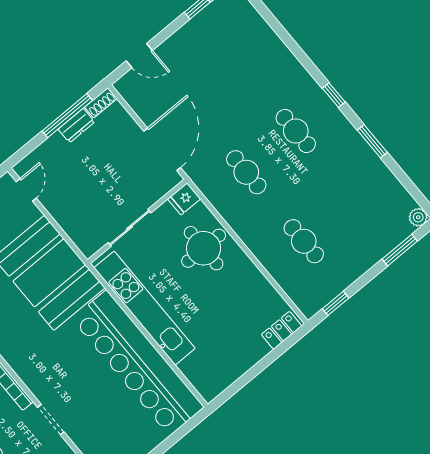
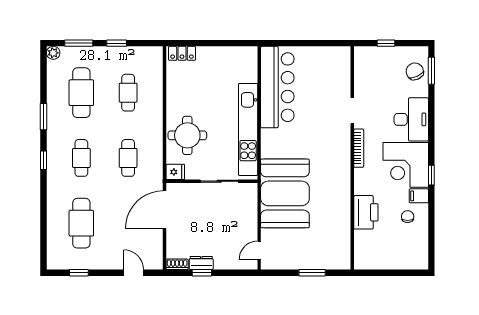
cafe table: (238, 62) -> (81, 223), added
window: (67, 116) -> (202, 273), width x0.46
cafe table: (353, 200) -> (81, 93), added
window: (336, 303) -> (117, 43), moved
bar counter: (138, 363) -> (277, 87), width x0.73

